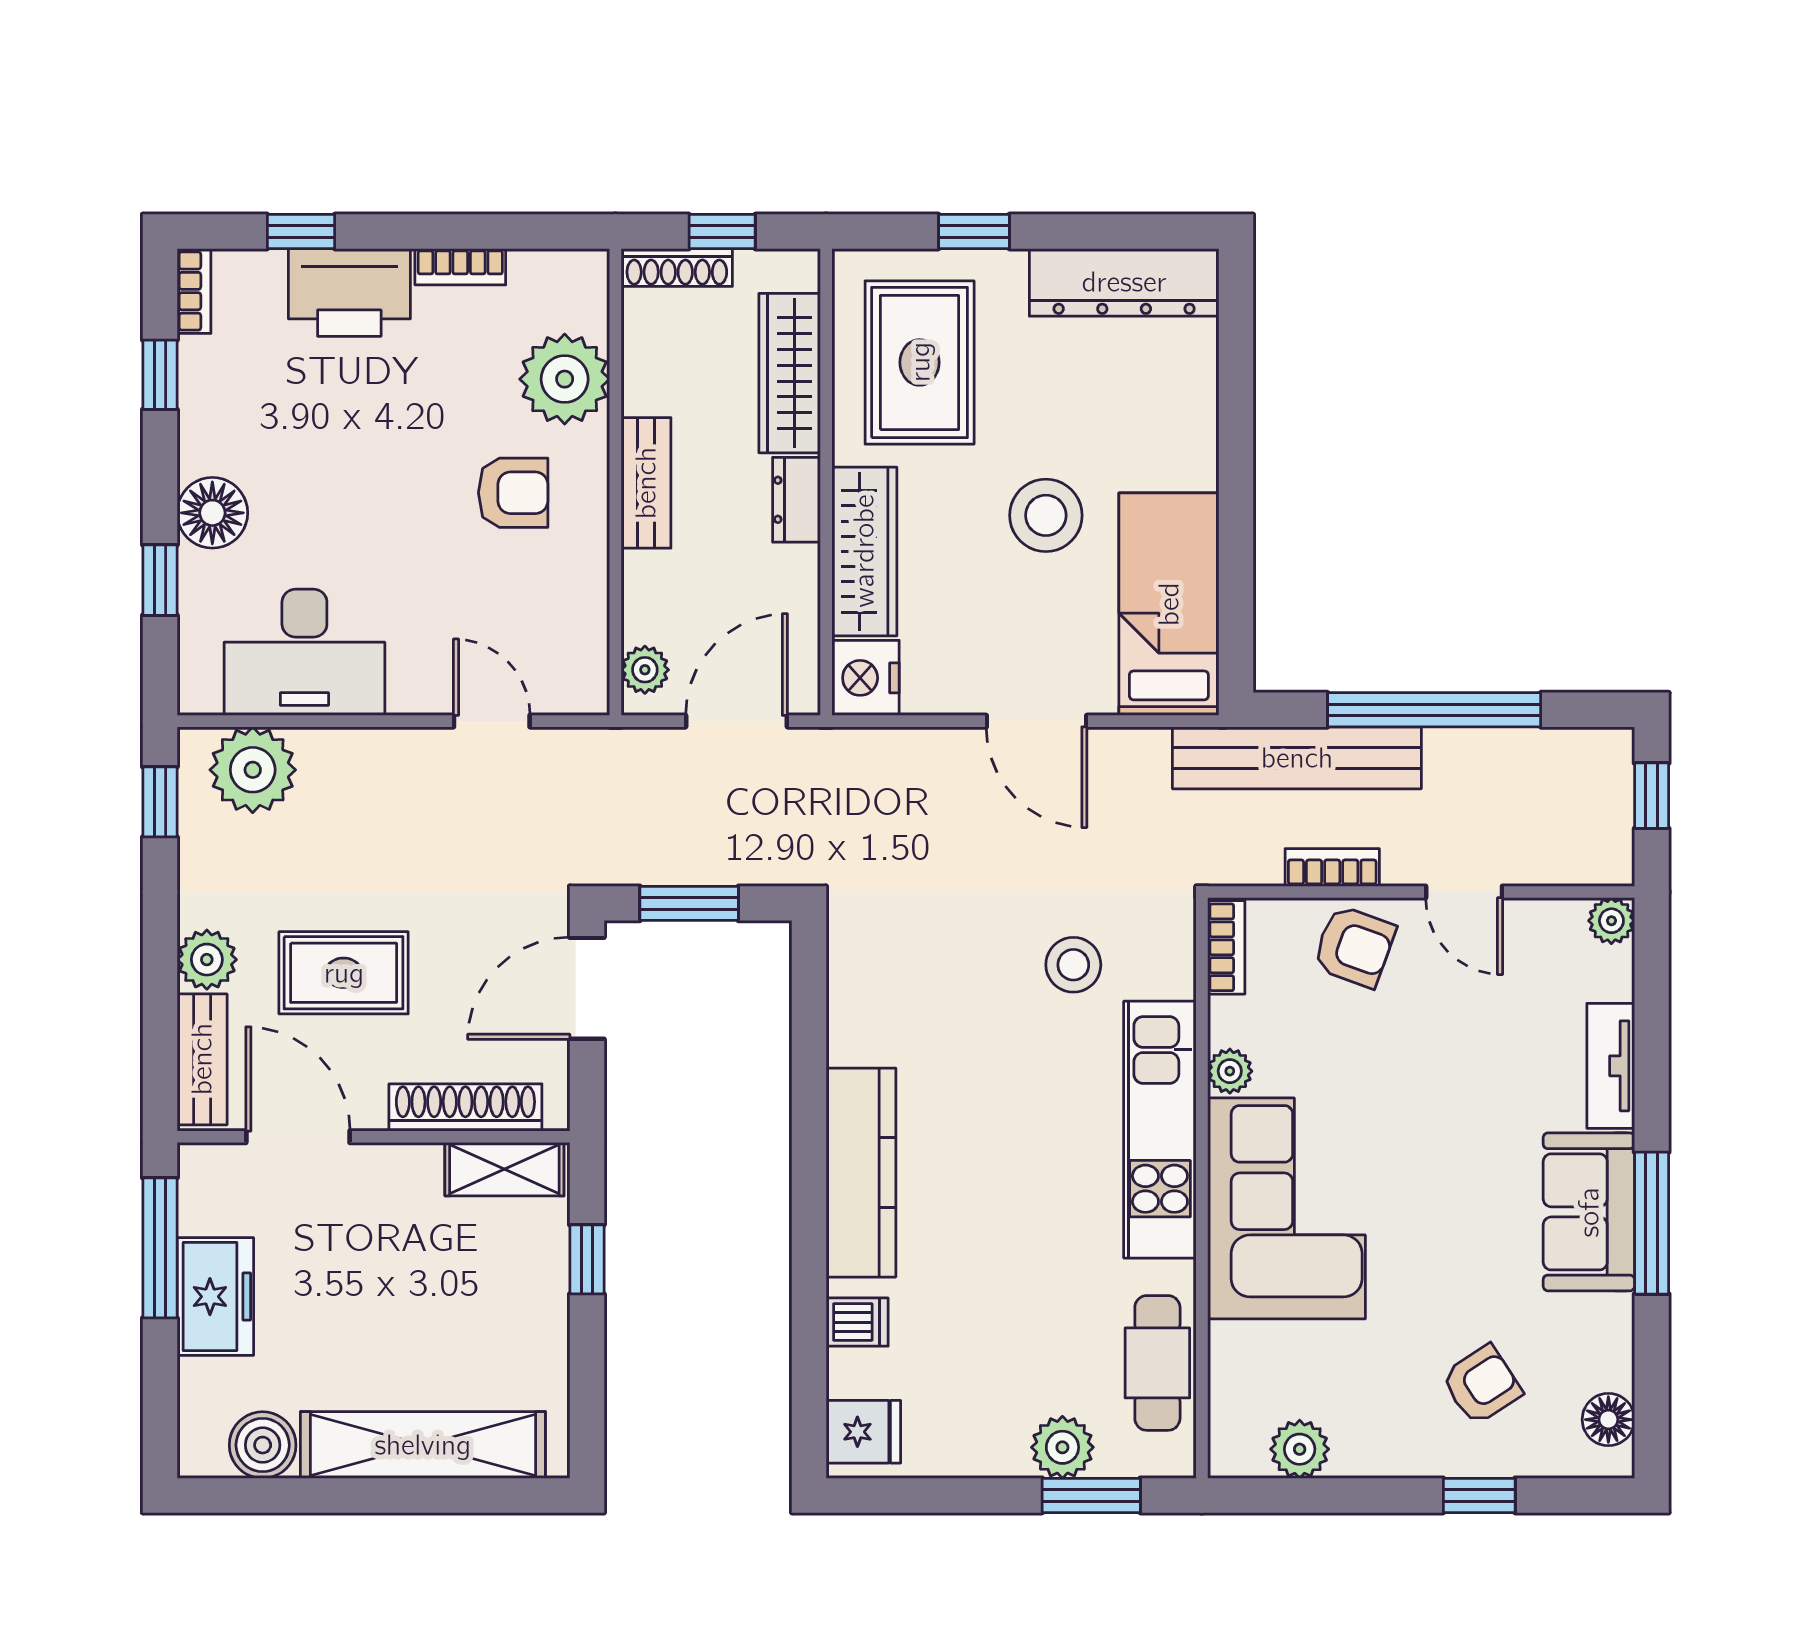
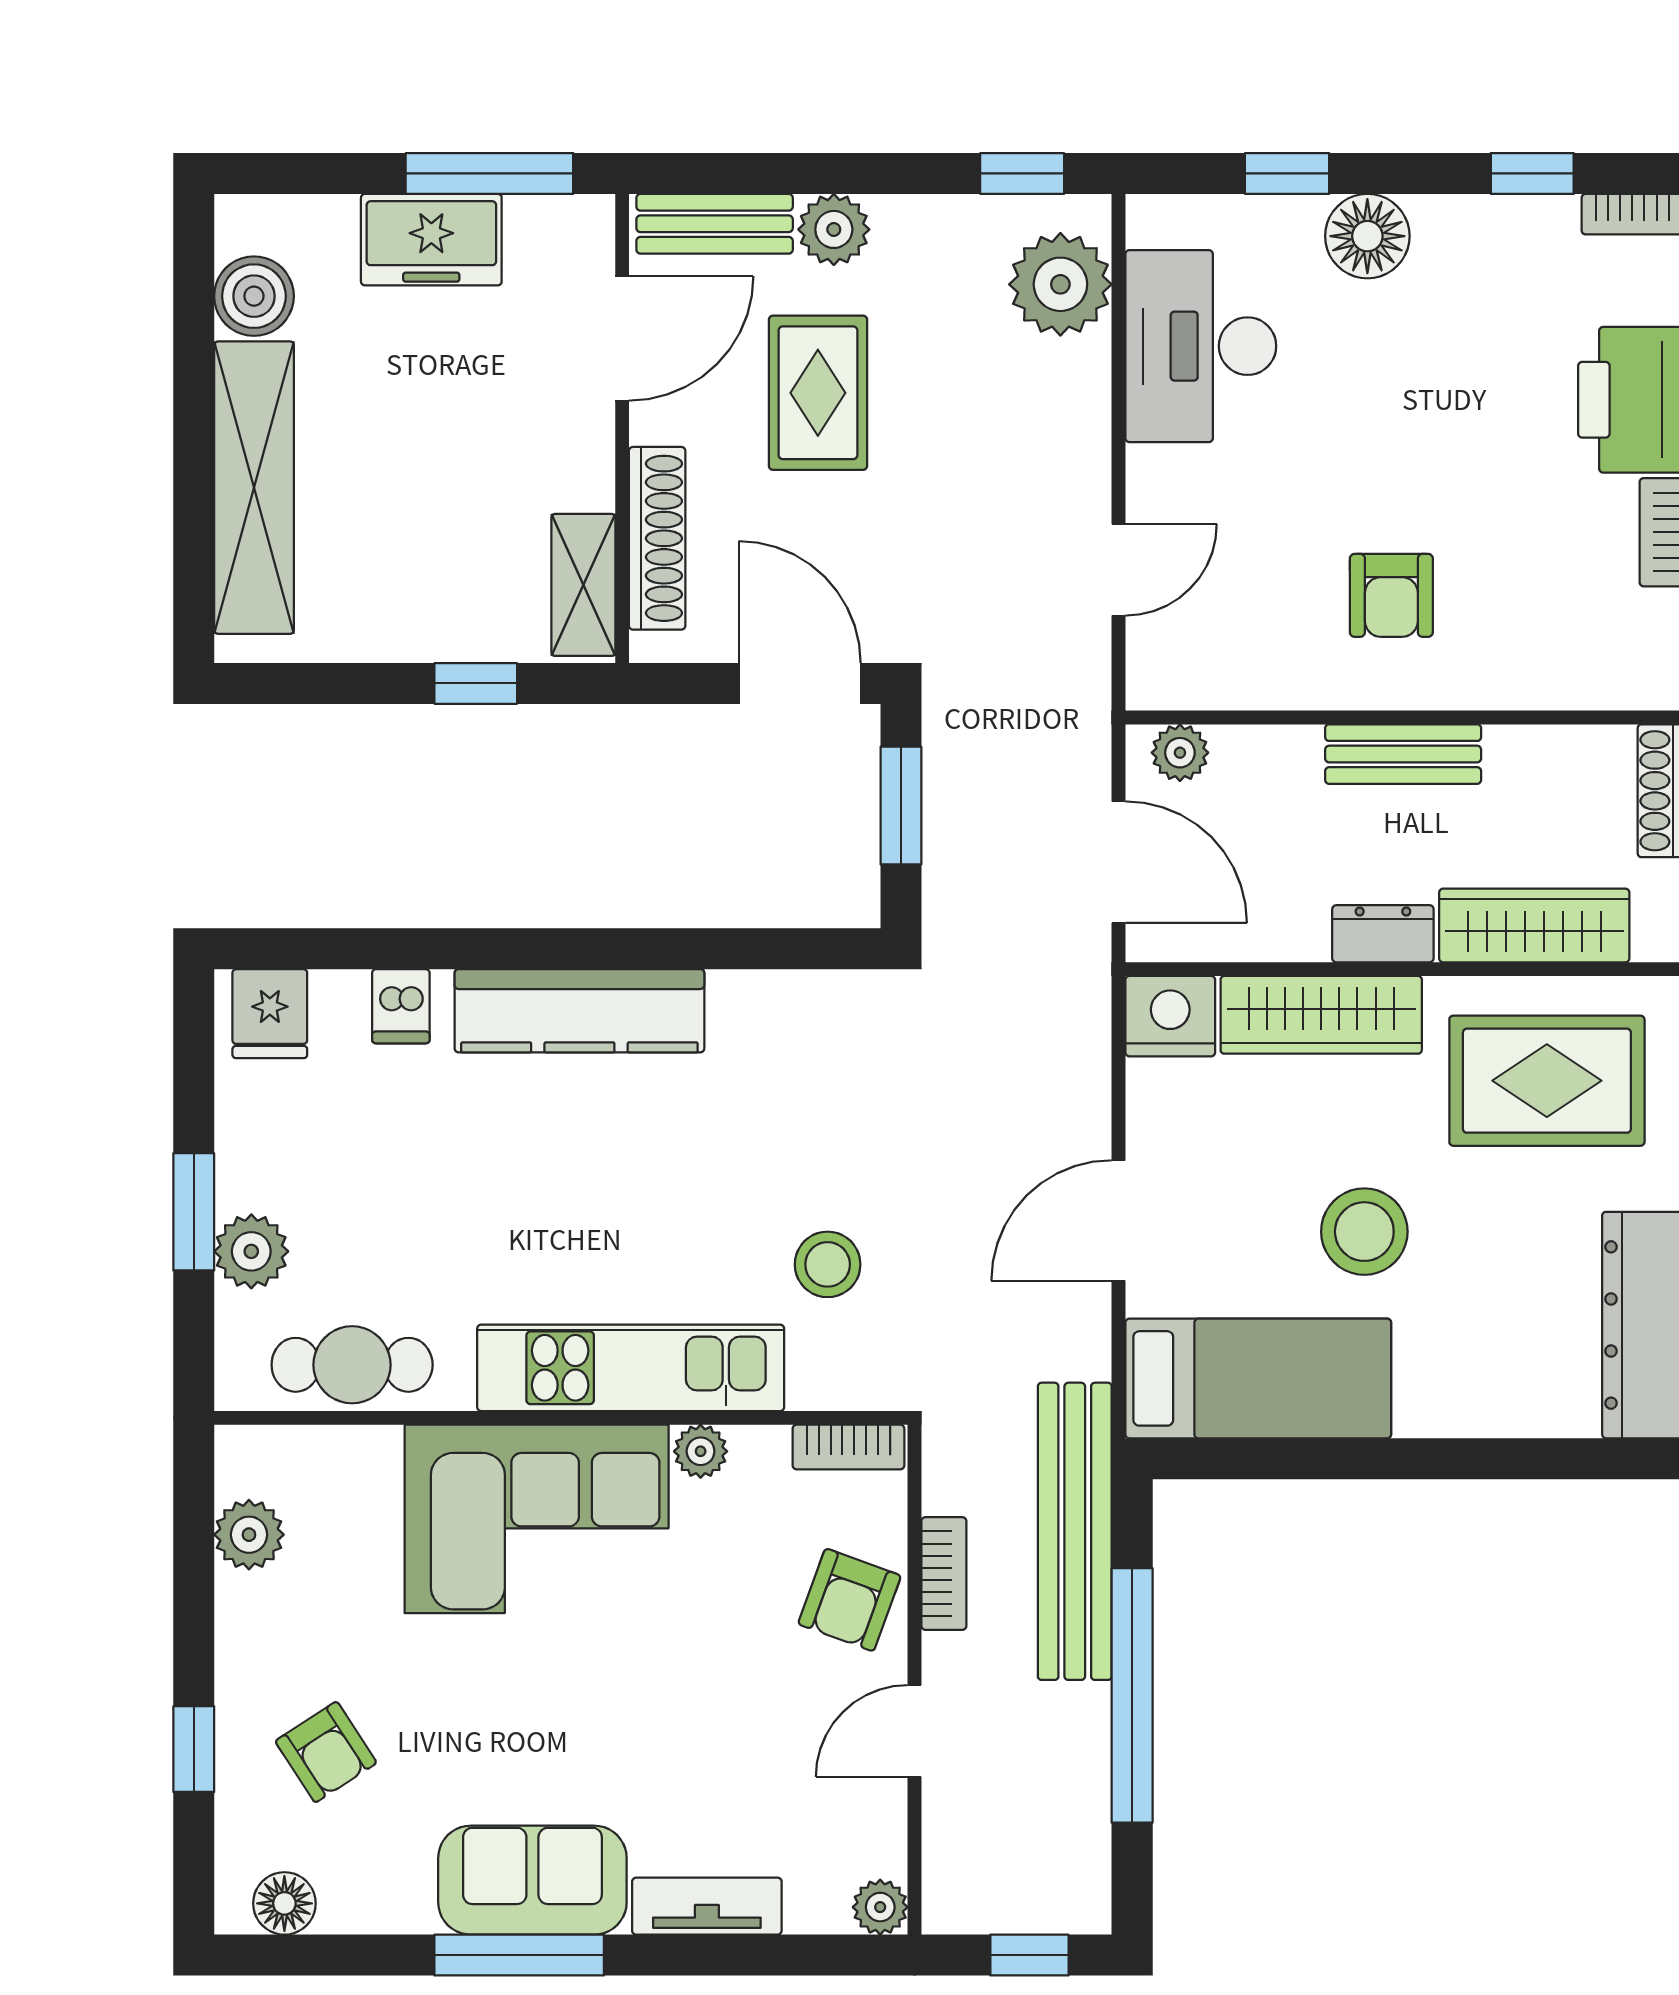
plant: (565, 379) -> (1527, 657), removed
window: (1091, 1495) -> (194, 1212), moved

